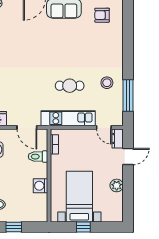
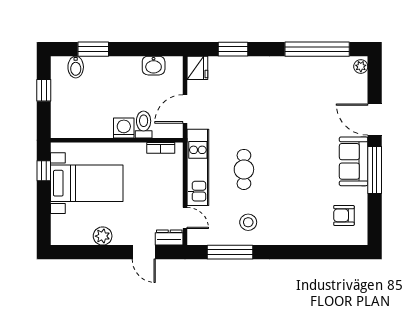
armchair: (102, 15) -> (344, 215), turned -90
door: (104, 127) -> (185, 218), swing flipped
washing machine: (40, 186) -> (124, 128), moved
window: (83, 227) -> (44, 171), moved

